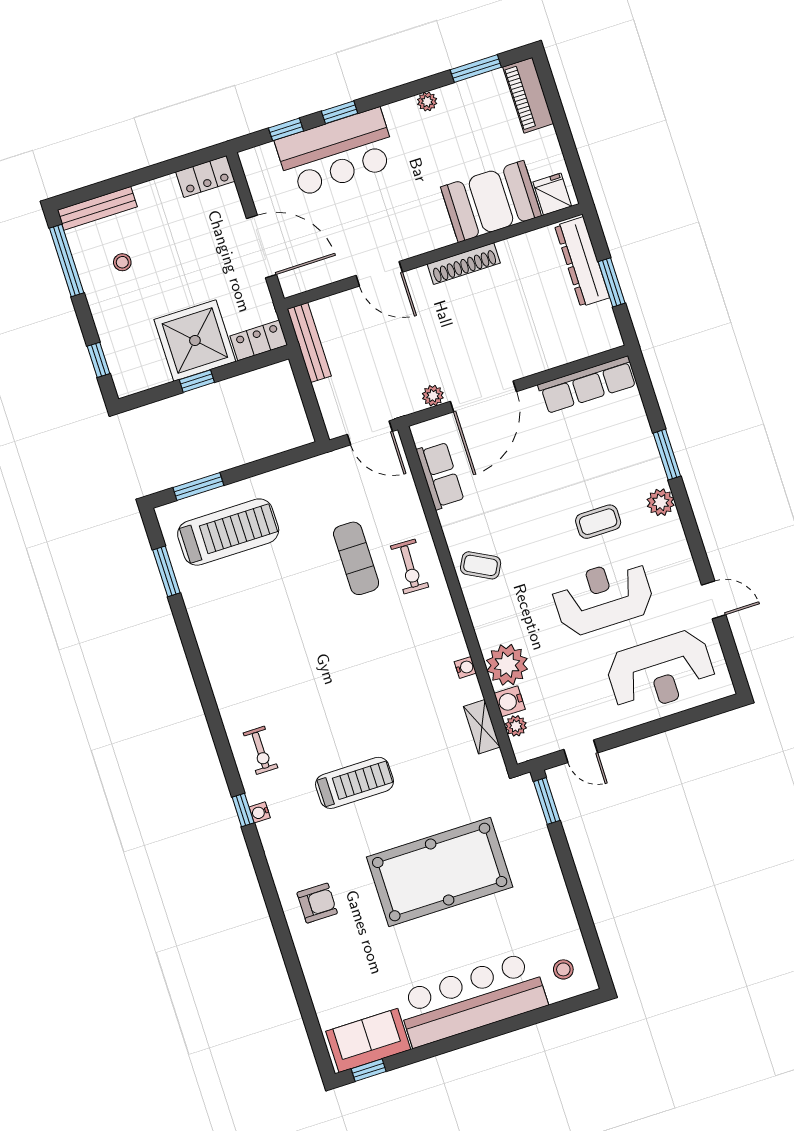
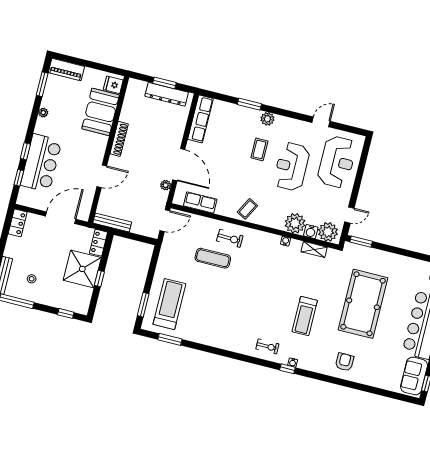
dresser: (582, 262) -> (167, 94), moved
plant: (516, 726) -> (328, 232), width x1.88, depth x1.88
treadmill: (355, 783) -> (305, 316), turned 180

